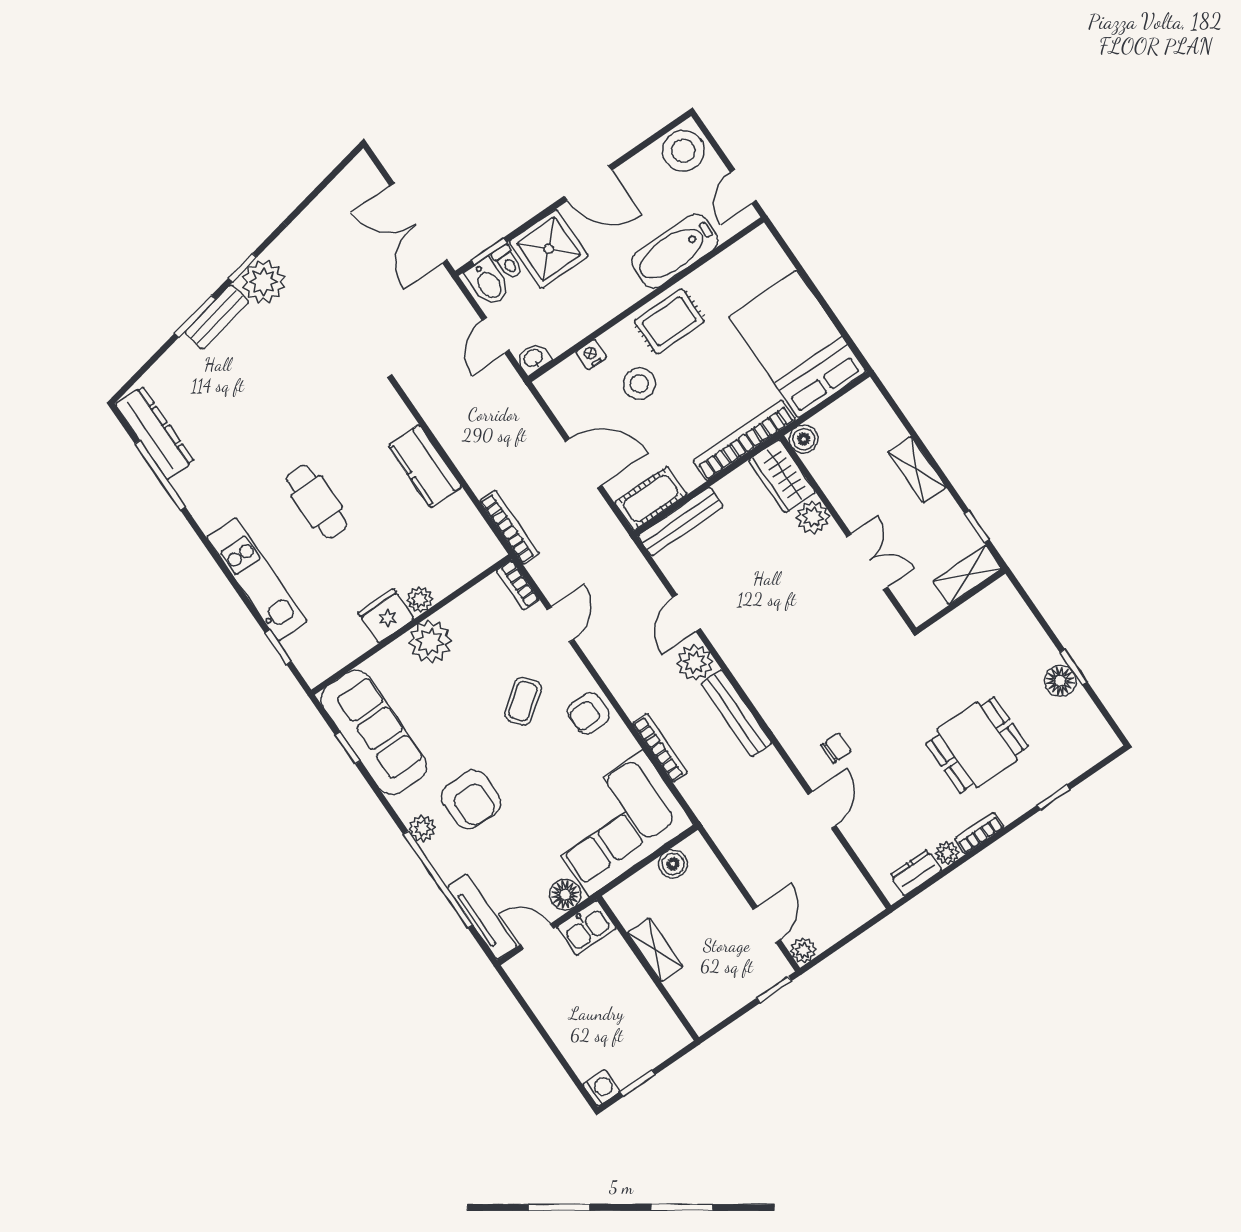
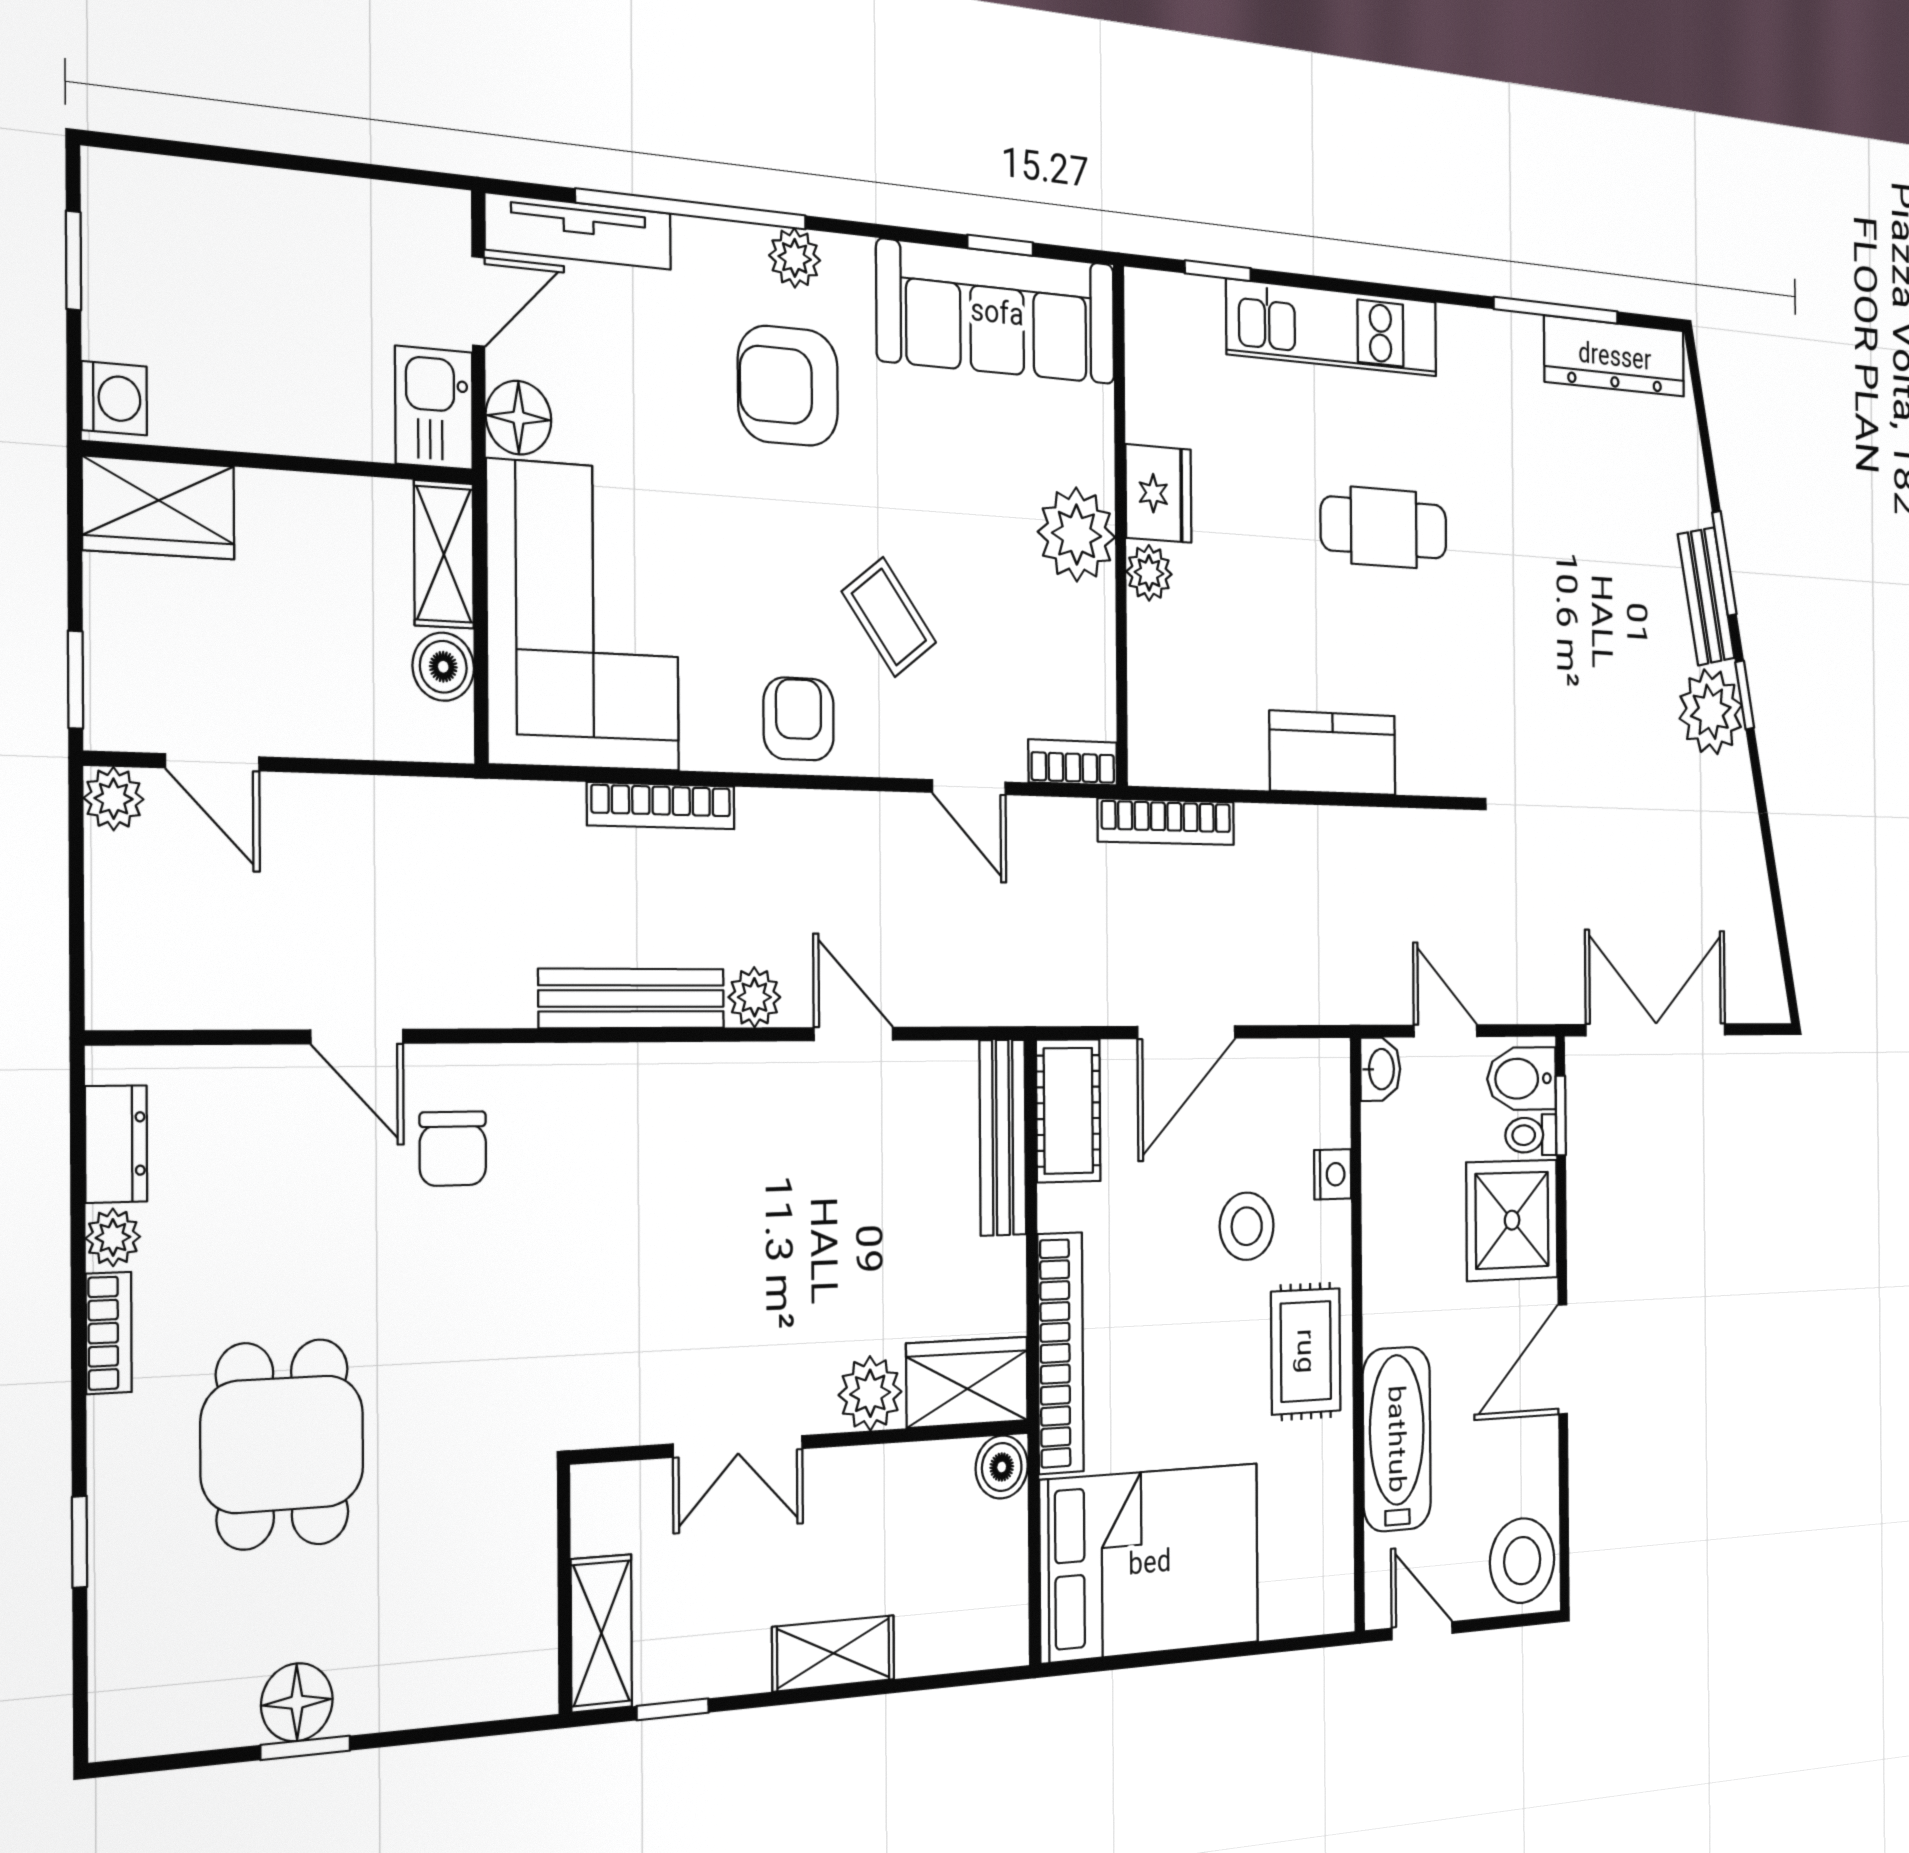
plant: (695, 662) -> (754, 997), width x0.73, depth x0.73
chair: (836, 748) -> (453, 1149), width x1.37, depth x1.37
shelving: (655, 950) -> (444, 554), moved, turned 90
wardrobe: (696, 1000) -> (159, 508), added
washing machine: (601, 1088) -> (114, 398), moved, turned -90

